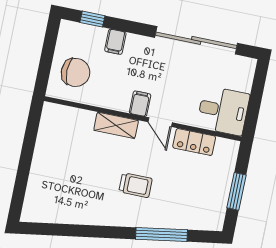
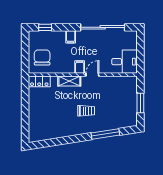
filing cabinet: (115, 42) -> (71, 37), moved
chair: (76, 72) -> (42, 57), turned -90
door: (160, 122) -> (92, 75), swing flipped
locker: (194, 142) -> (39, 81), moved

